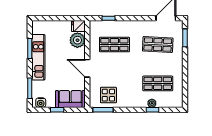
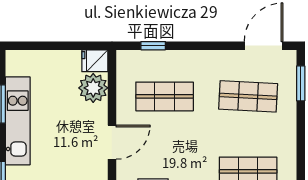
door: (87, 68) -> (112, 142), swing flipped

